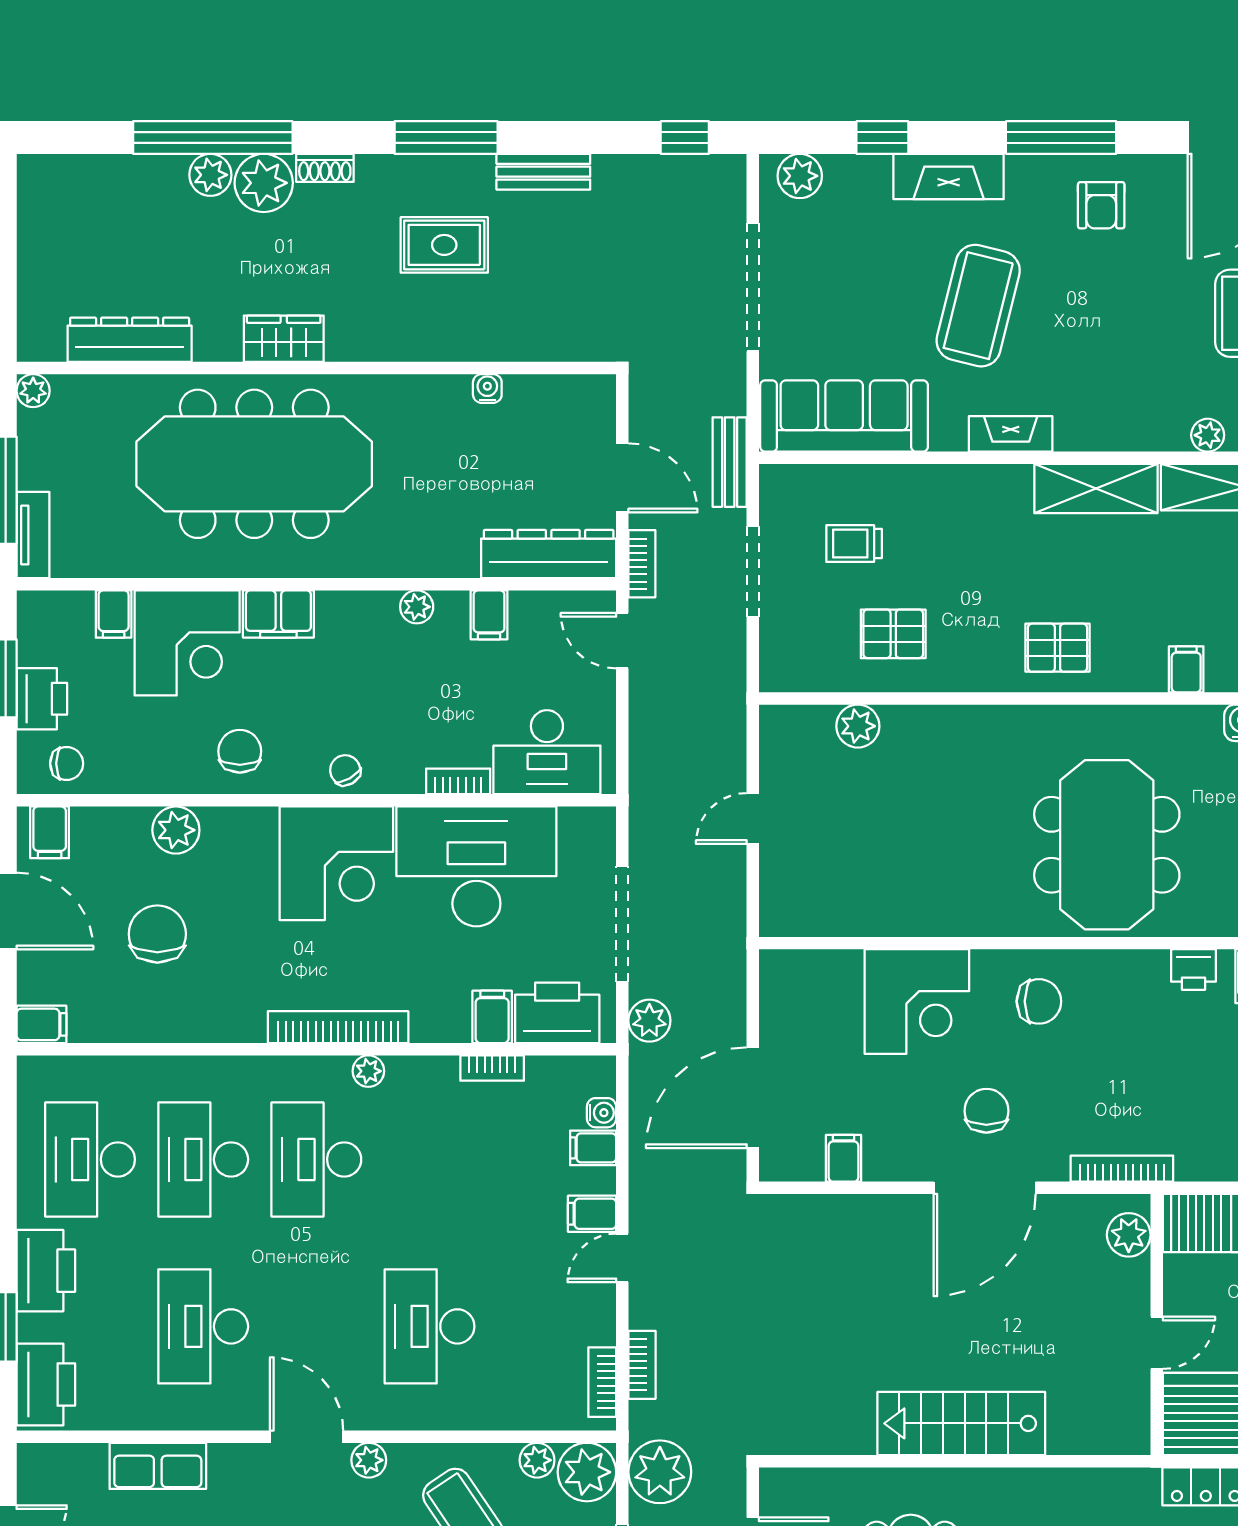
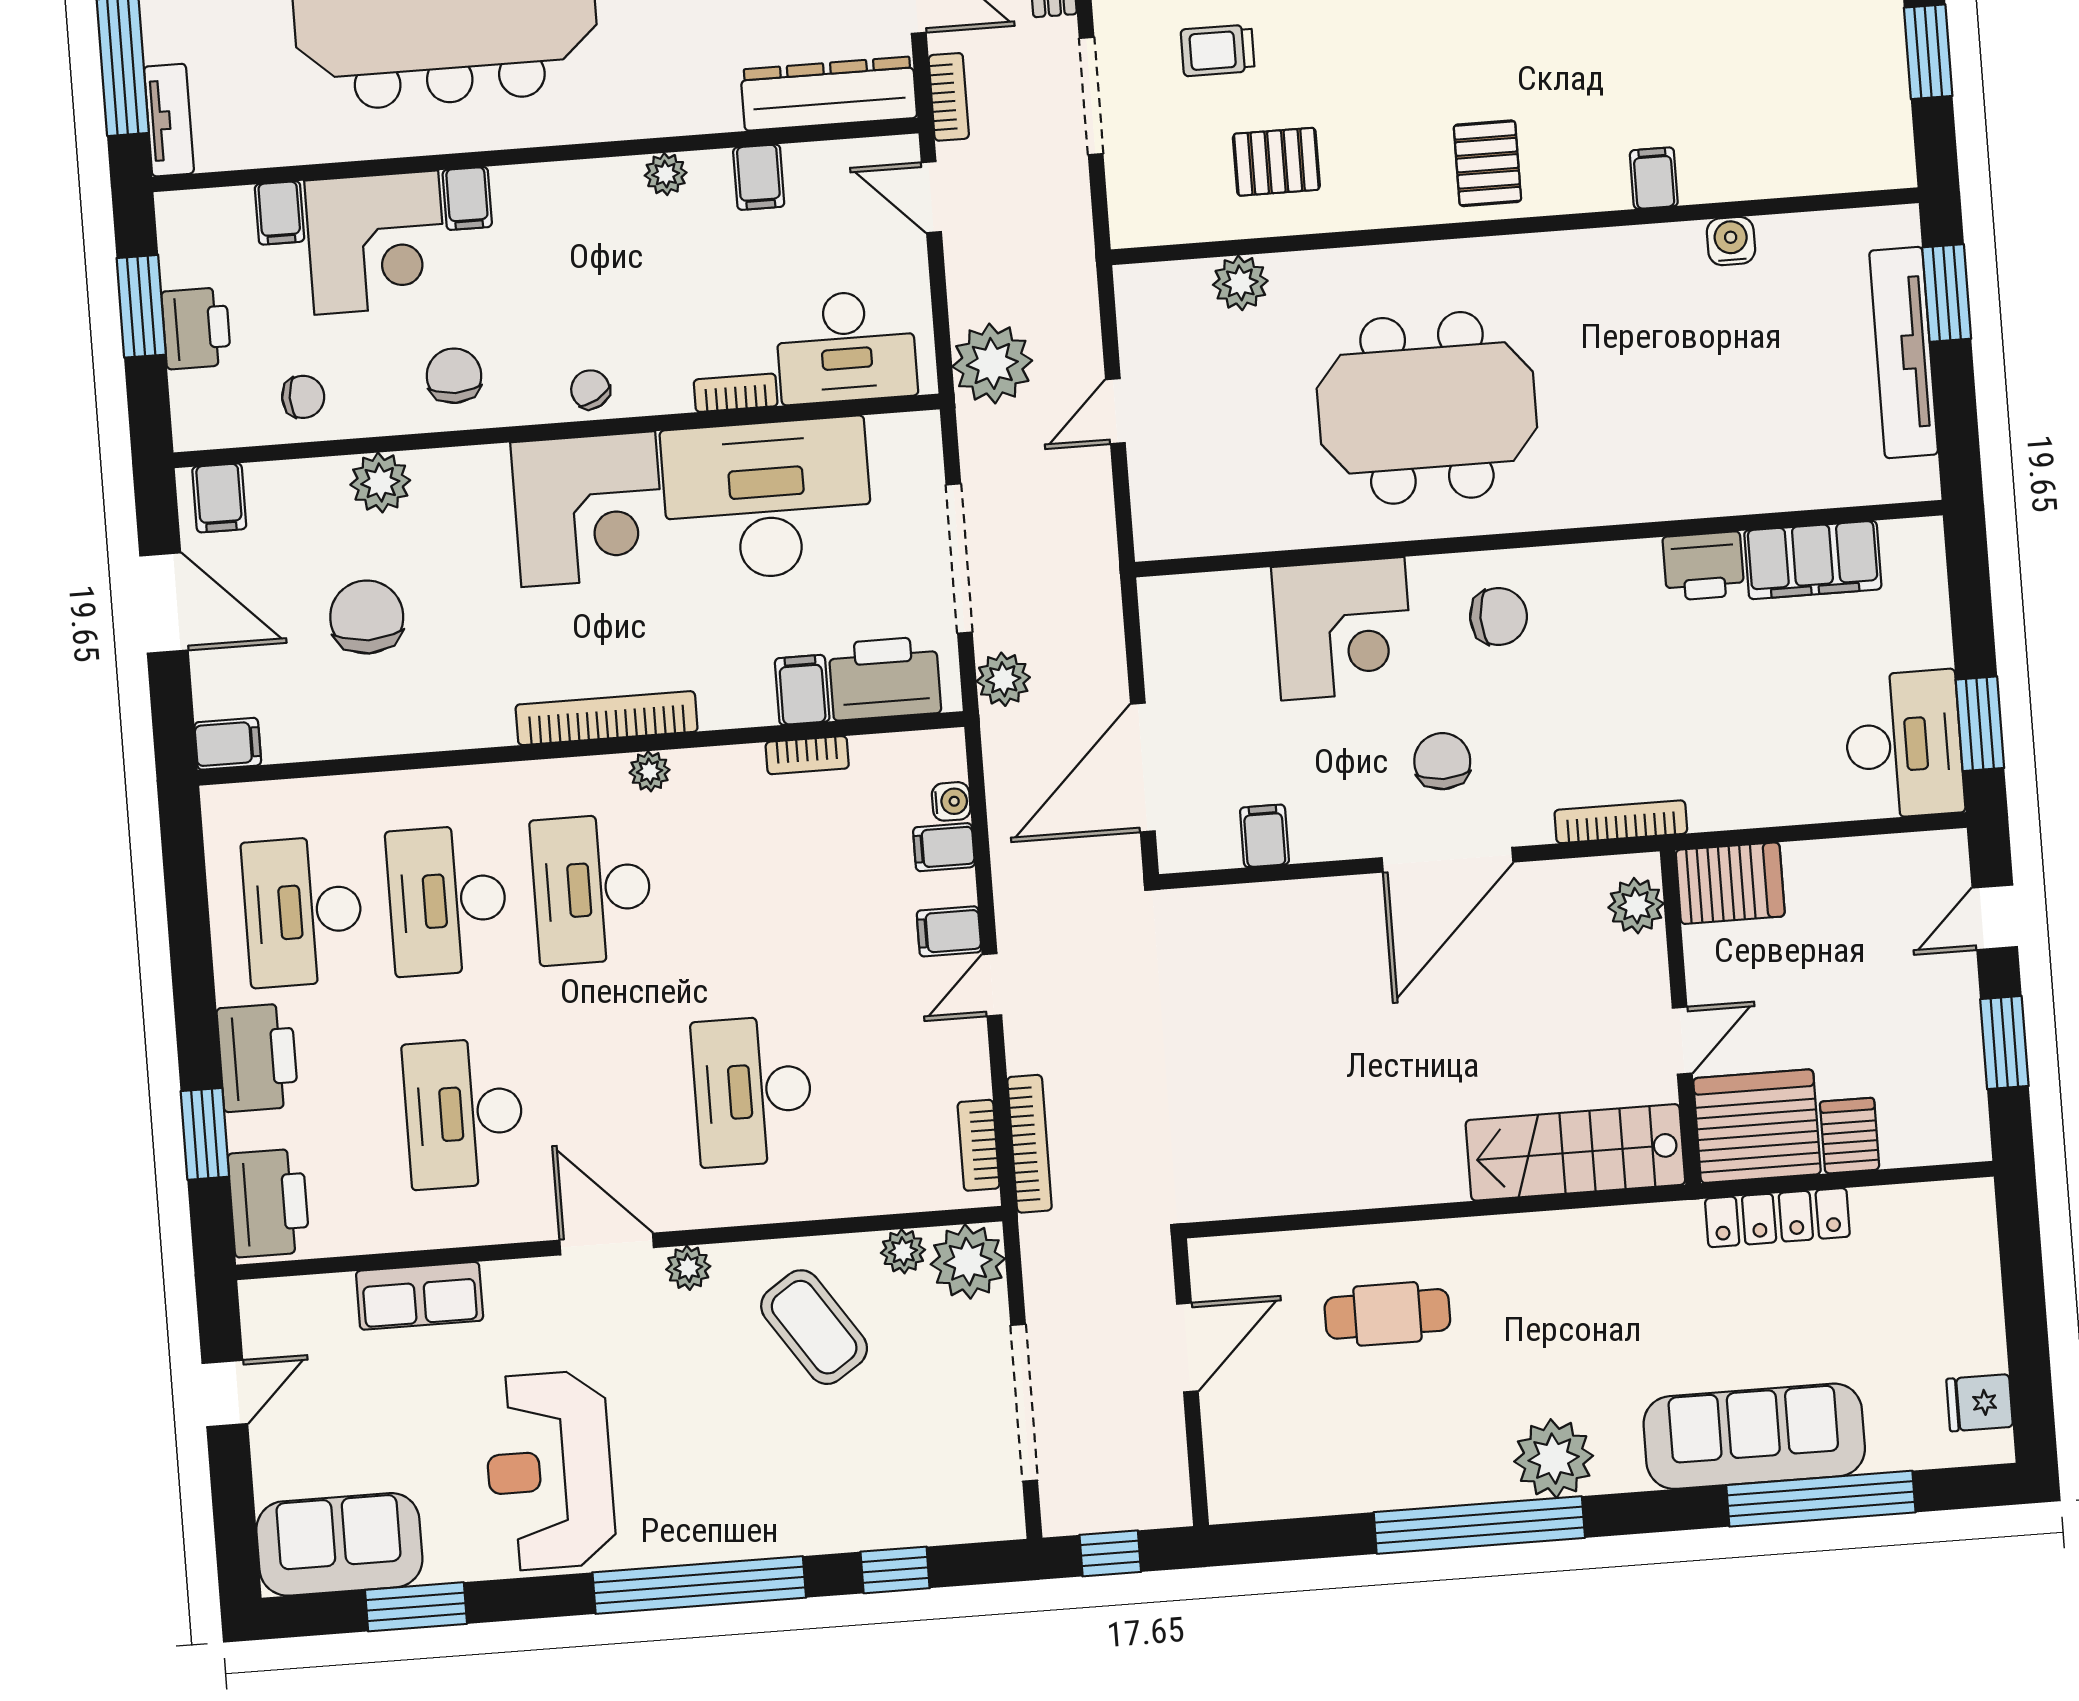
filing cabinet: (278, 614) -> (467, 198), width x0.50
pallet: (1057, 648) -> (1487, 163), turned 90
chair: (67, 763) -> (303, 397), moved
meeting table: (1107, 845) -> (1427, 408), moved, turned 90
printer: (1194, 970) -> (1703, 566), width x1.36, depth x1.24
bookcase: (642, 1365) -> (1029, 1144), width x1.56
stairs: (961, 1423) -> (1575, 1152), moved
plant: (660, 1472) -> (992, 363), moved

